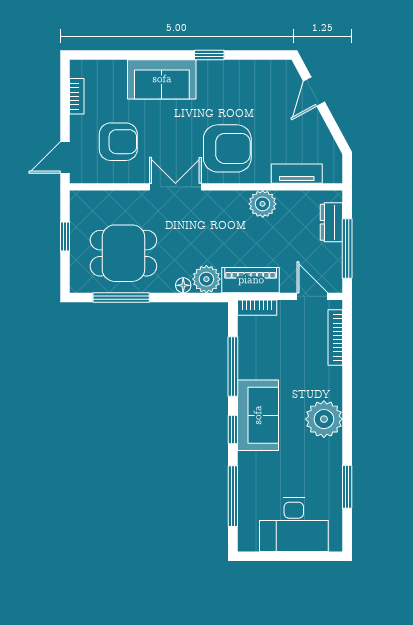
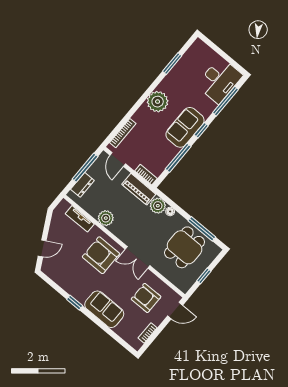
dining table: (123, 253) -> (185, 247), turned 90
desk: (294, 525) -> (219, 80), moved, turned 90

